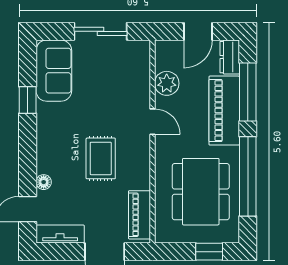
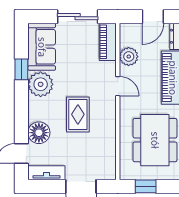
plant: (52, 119) -> (41, 84), added
floor lamp: (44, 182) -> (39, 133), width x1.89, depth x1.89
piano: (140, 215) -> (108, 42), moved
window: (209, 252) -> (146, 186), moved

